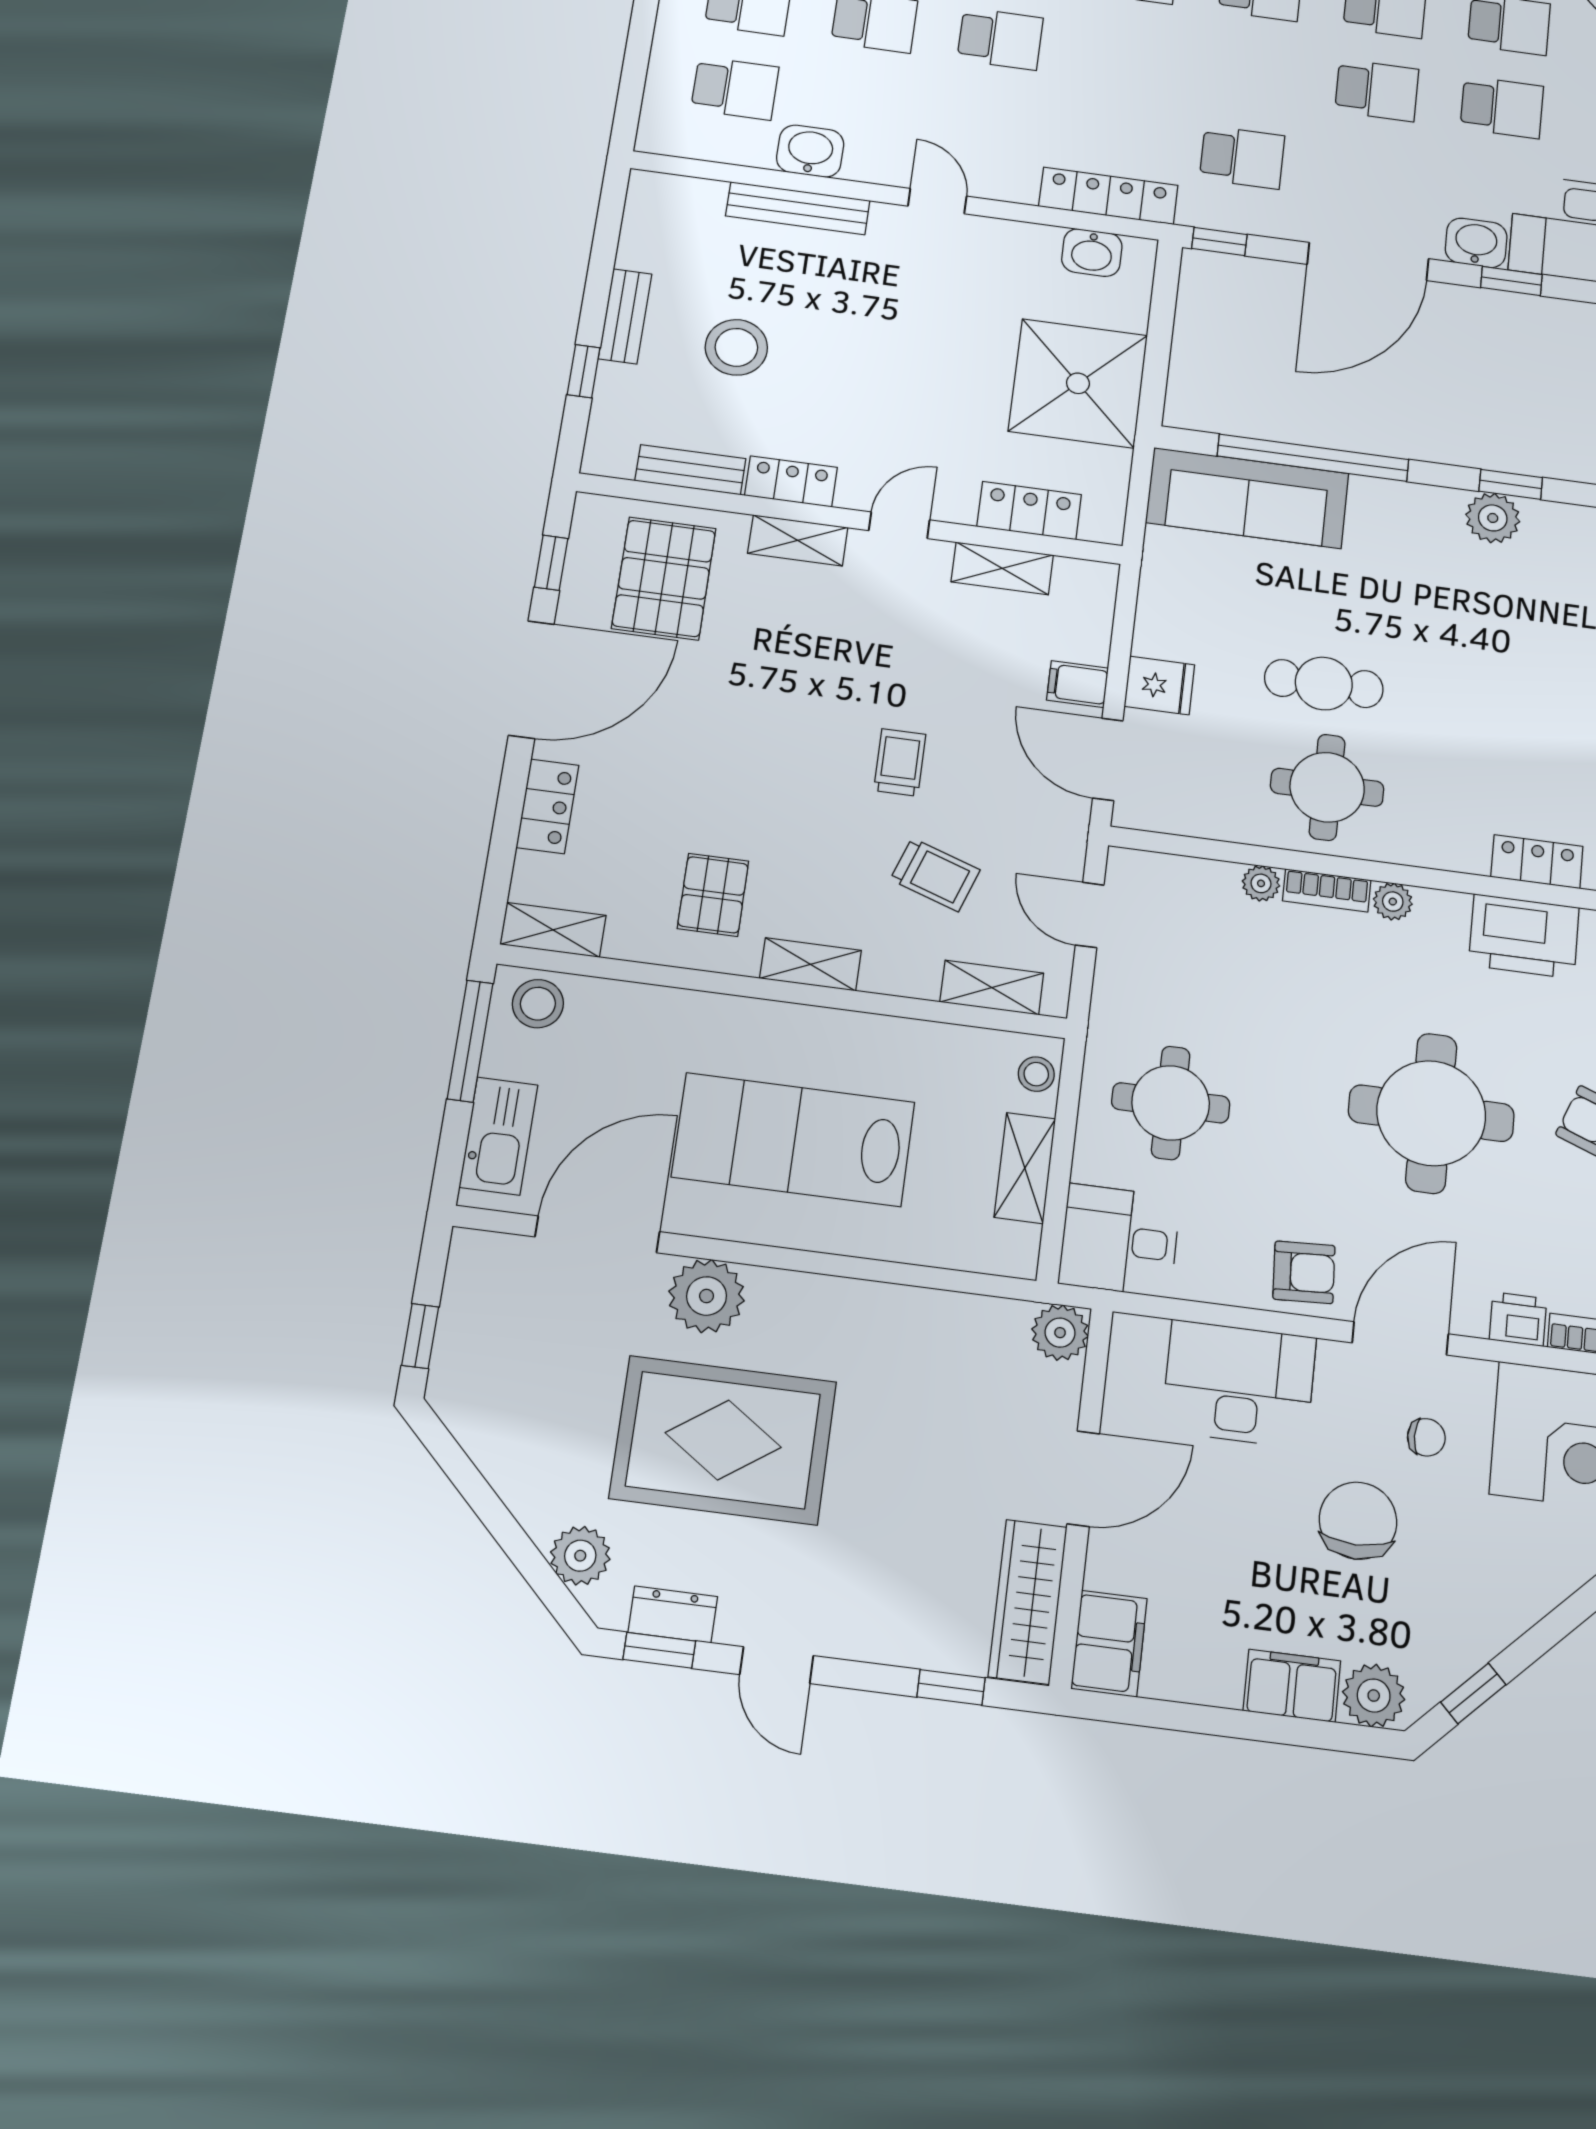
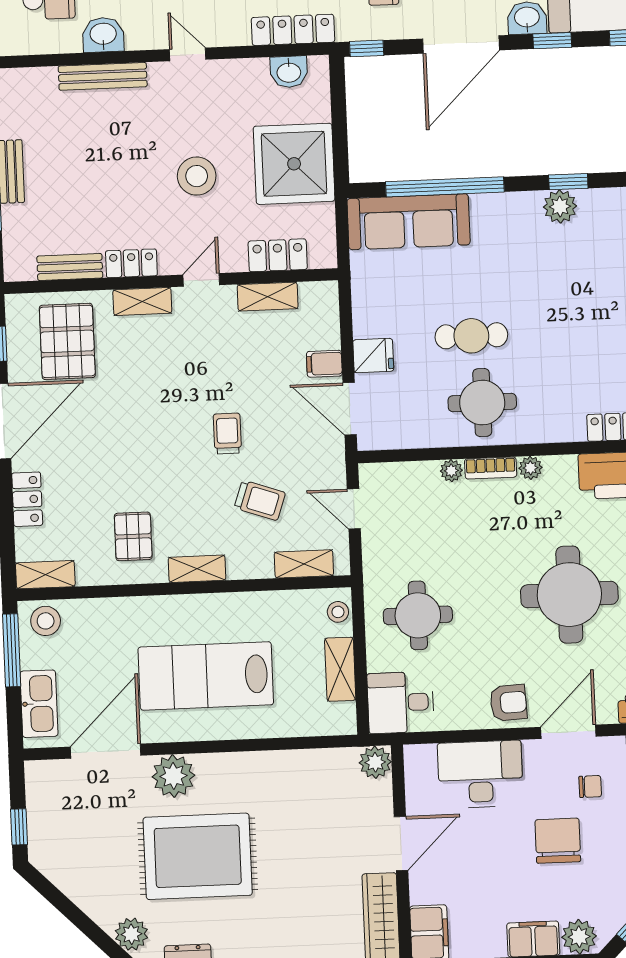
stool: (736, 347) -> (197, 176), moved

